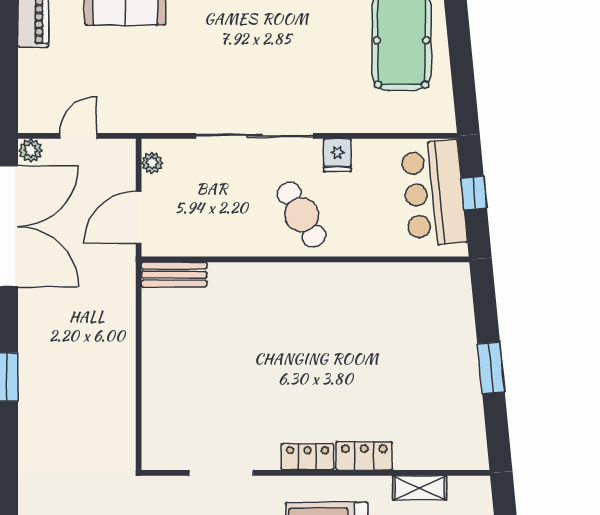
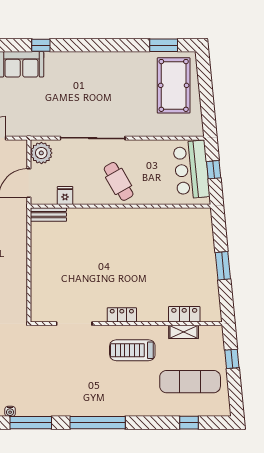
fridge: (337, 155) -> (65, 195), moved, turned 180
plant: (152, 163) -> (41, 153), width x1.88, depth x1.88
locker: (364, 456) -> (184, 314), moved

